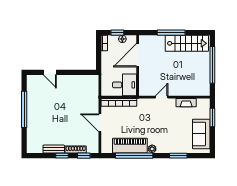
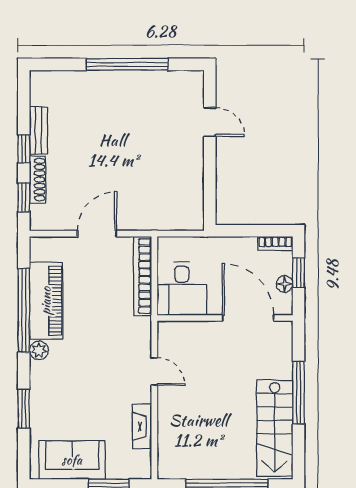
door: (50, 72) -> (210, 122), swing flipped

